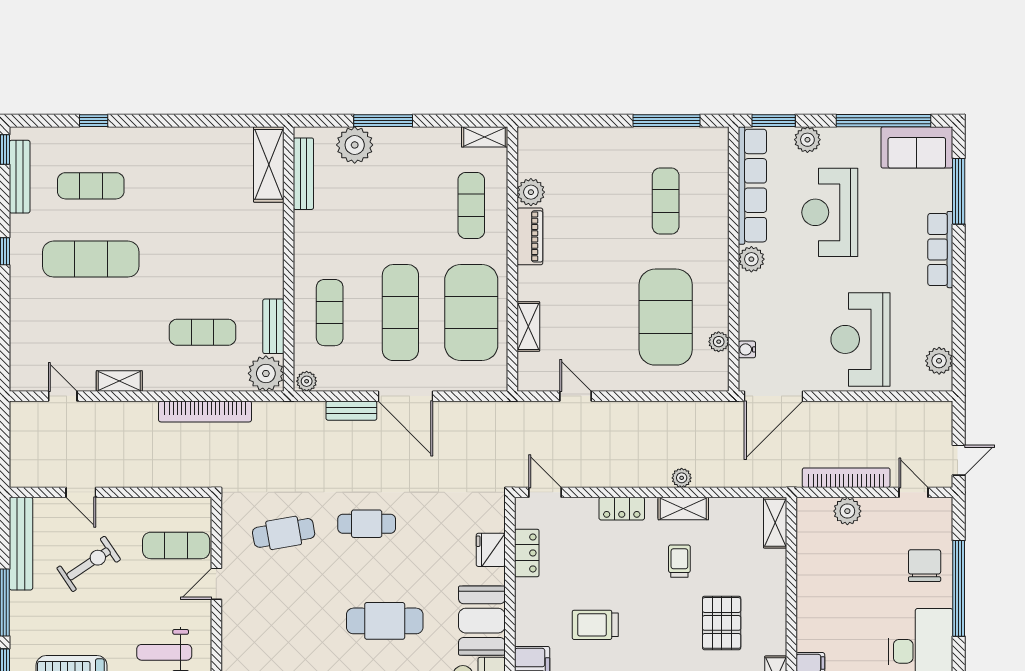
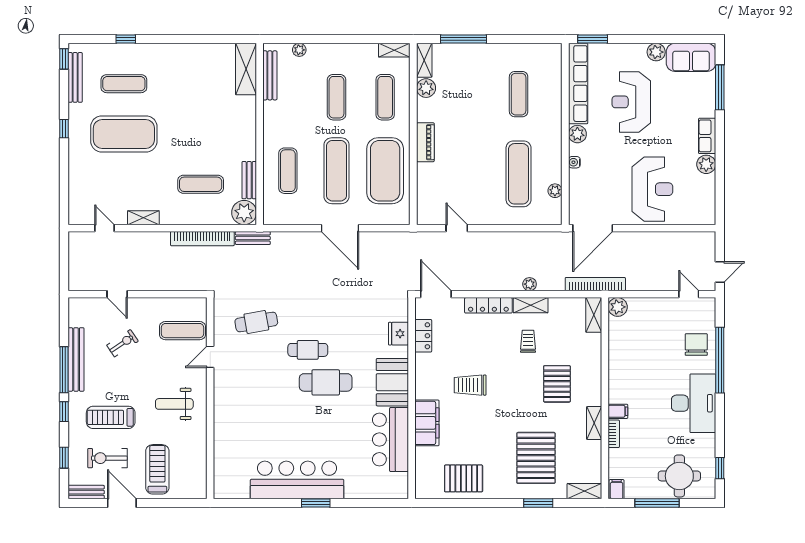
window: (383, 121) -> (325, 39), removed
window: (666, 121) -> (464, 39), moved
window: (883, 121) -> (668, 39), removed
plant: (807, 140) -> (656, 52), moved
plant: (355, 145) -> (299, 50), width x0.53, depth x0.53
exercise mat: (400, 206) -> (336, 97), added
piano: (530, 236) -> (425, 142), moved
row of seats: (940, 250) -> (707, 136), width x0.68
exercise mat: (91, 259) -> (124, 134), width x1.47
exercise mat: (666, 317) -> (519, 174), width x0.68
shelving: (528, 326) -> (424, 60), moved
reception desk: (861, 339) -> (652, 189), turned 180
water cooler: (747, 349) -> (574, 162), moved
plant: (939, 361) -> (706, 164), moved
plant: (307, 381) -> (272, 218), removed
bench: (351, 411) -> (253, 238), moved
bookcase: (846, 478) -> (595, 284), moved
door: (545, 492) -> (436, 294), width x1.38
locker: (622, 509) -> (488, 305), width x1.53
plant: (847, 511) -> (618, 307), moved
cafe table: (367, 524) -> (308, 350), moved
bench: (21, 544) -> (76, 359), moved
exercise bike: (89, 564) -> (122, 343), width x0.73, depth x0.72

